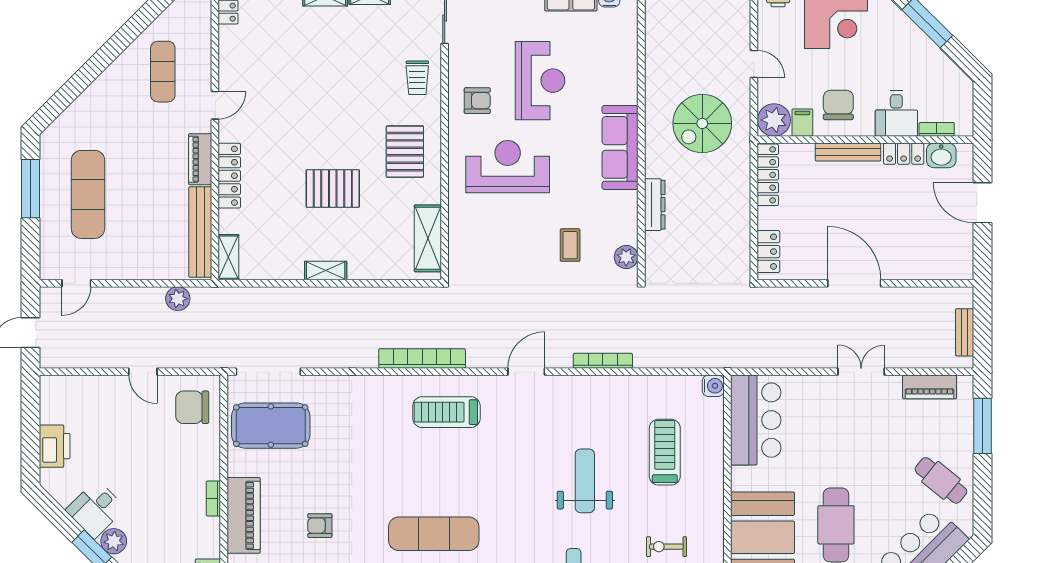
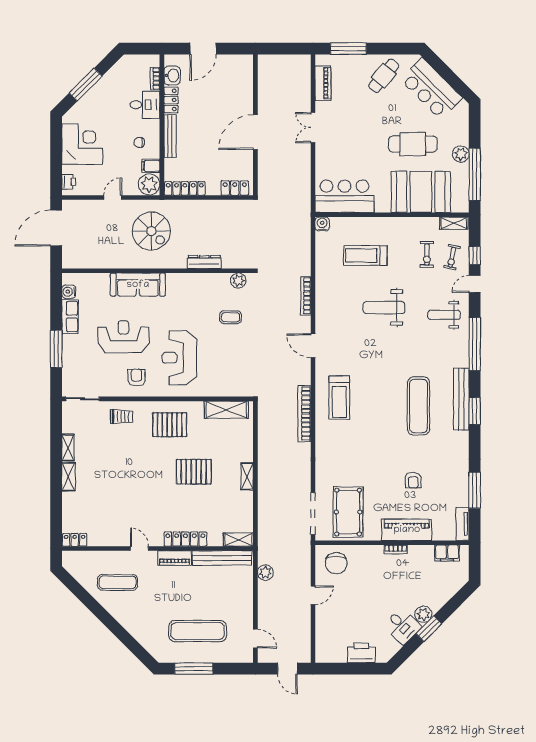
chair: (838, 105) -> (139, 142), width x0.54, depth x0.54
sofa: (620, 147) -> (138, 285), moved
pallet: (333, 188) -> (194, 472), turned 90
bench: (965, 332) -> (287, 60), removed

